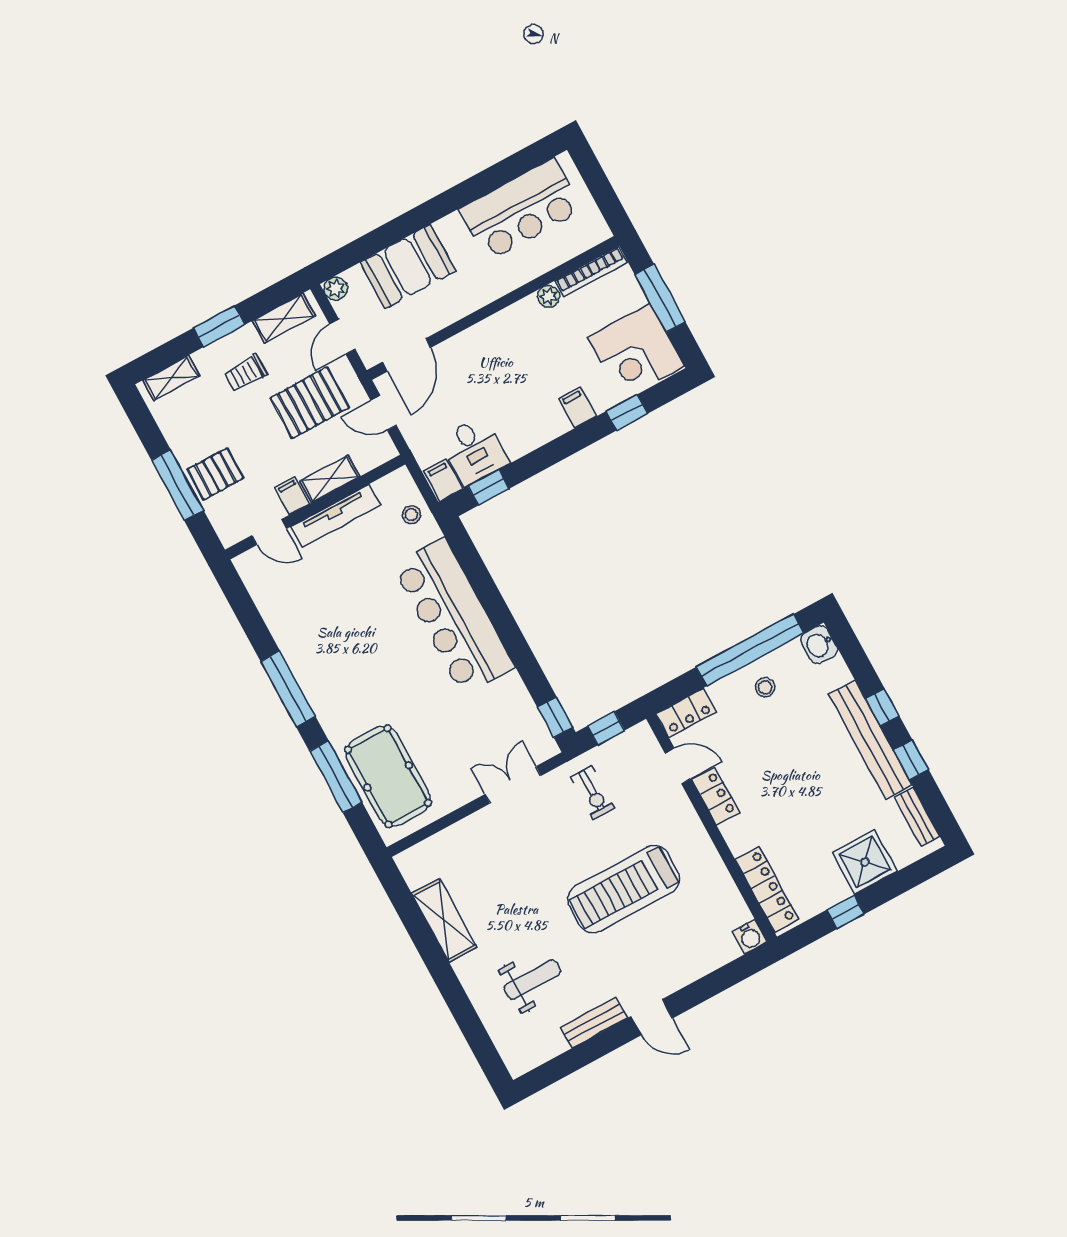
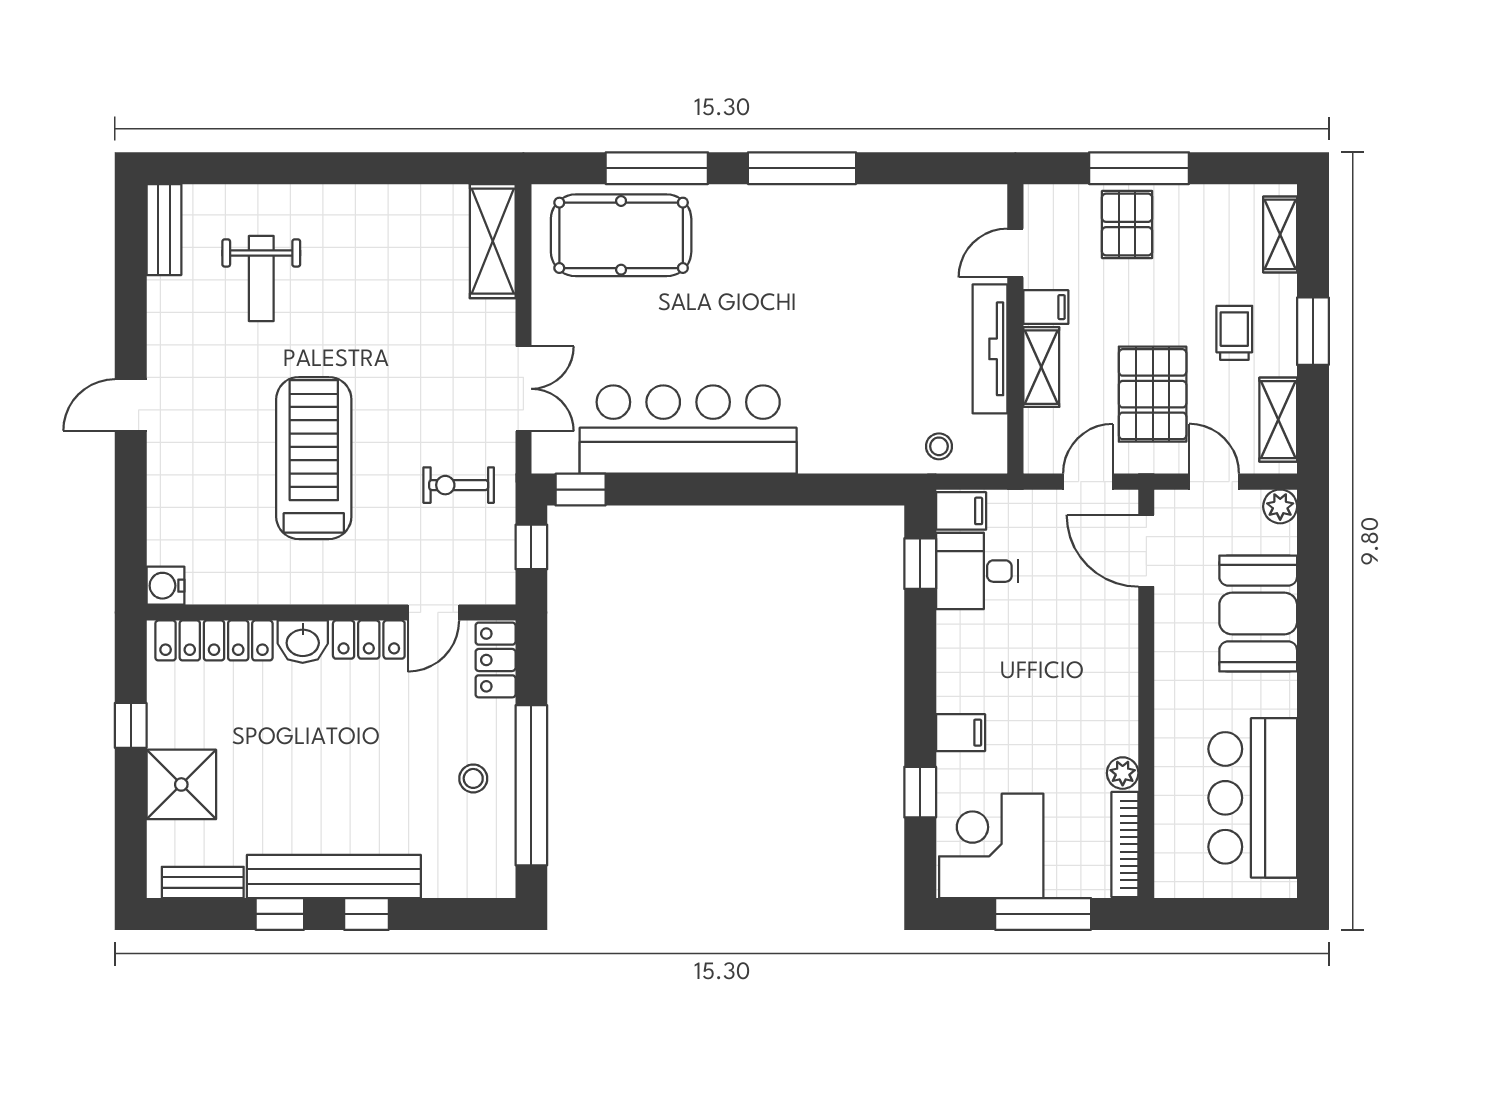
bar counter: (453, 616) -> (688, 429), moved
washbasin: (819, 645) -> (303, 642), moved, turned 180
shelving: (444, 921) -> (493, 241), moved, turned 90
bench: (594, 1023) -> (164, 230), moved

